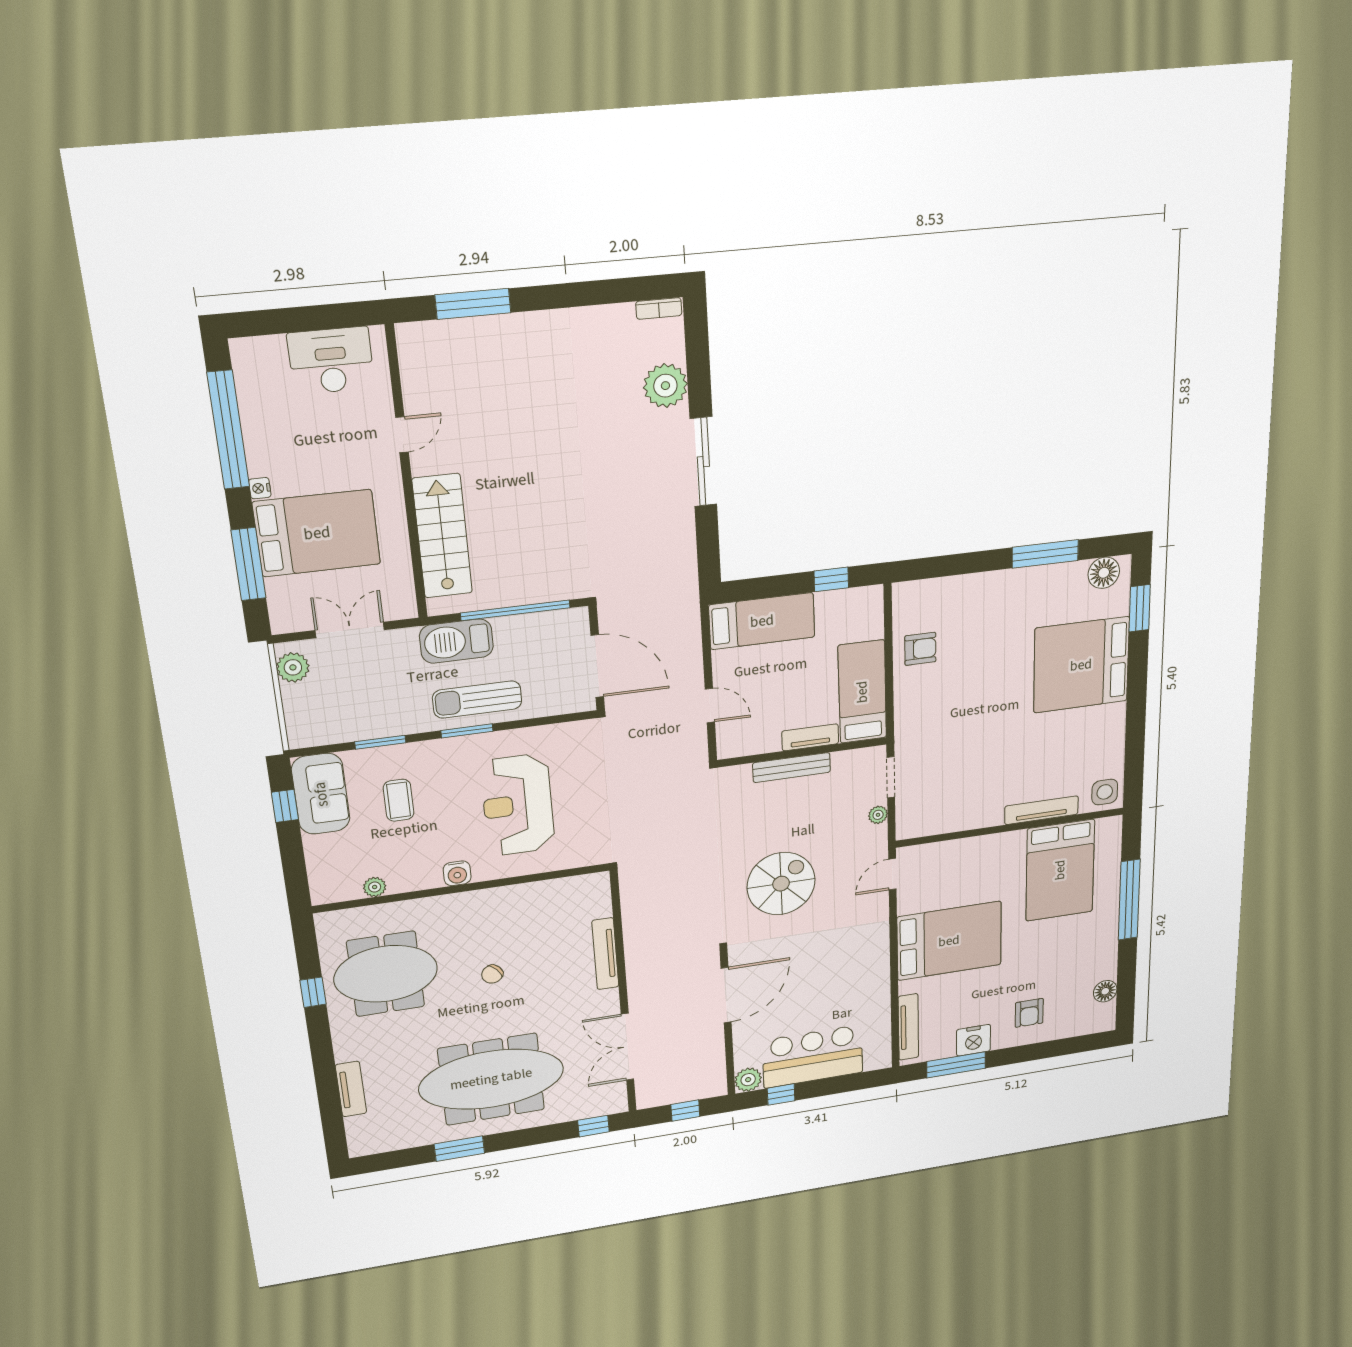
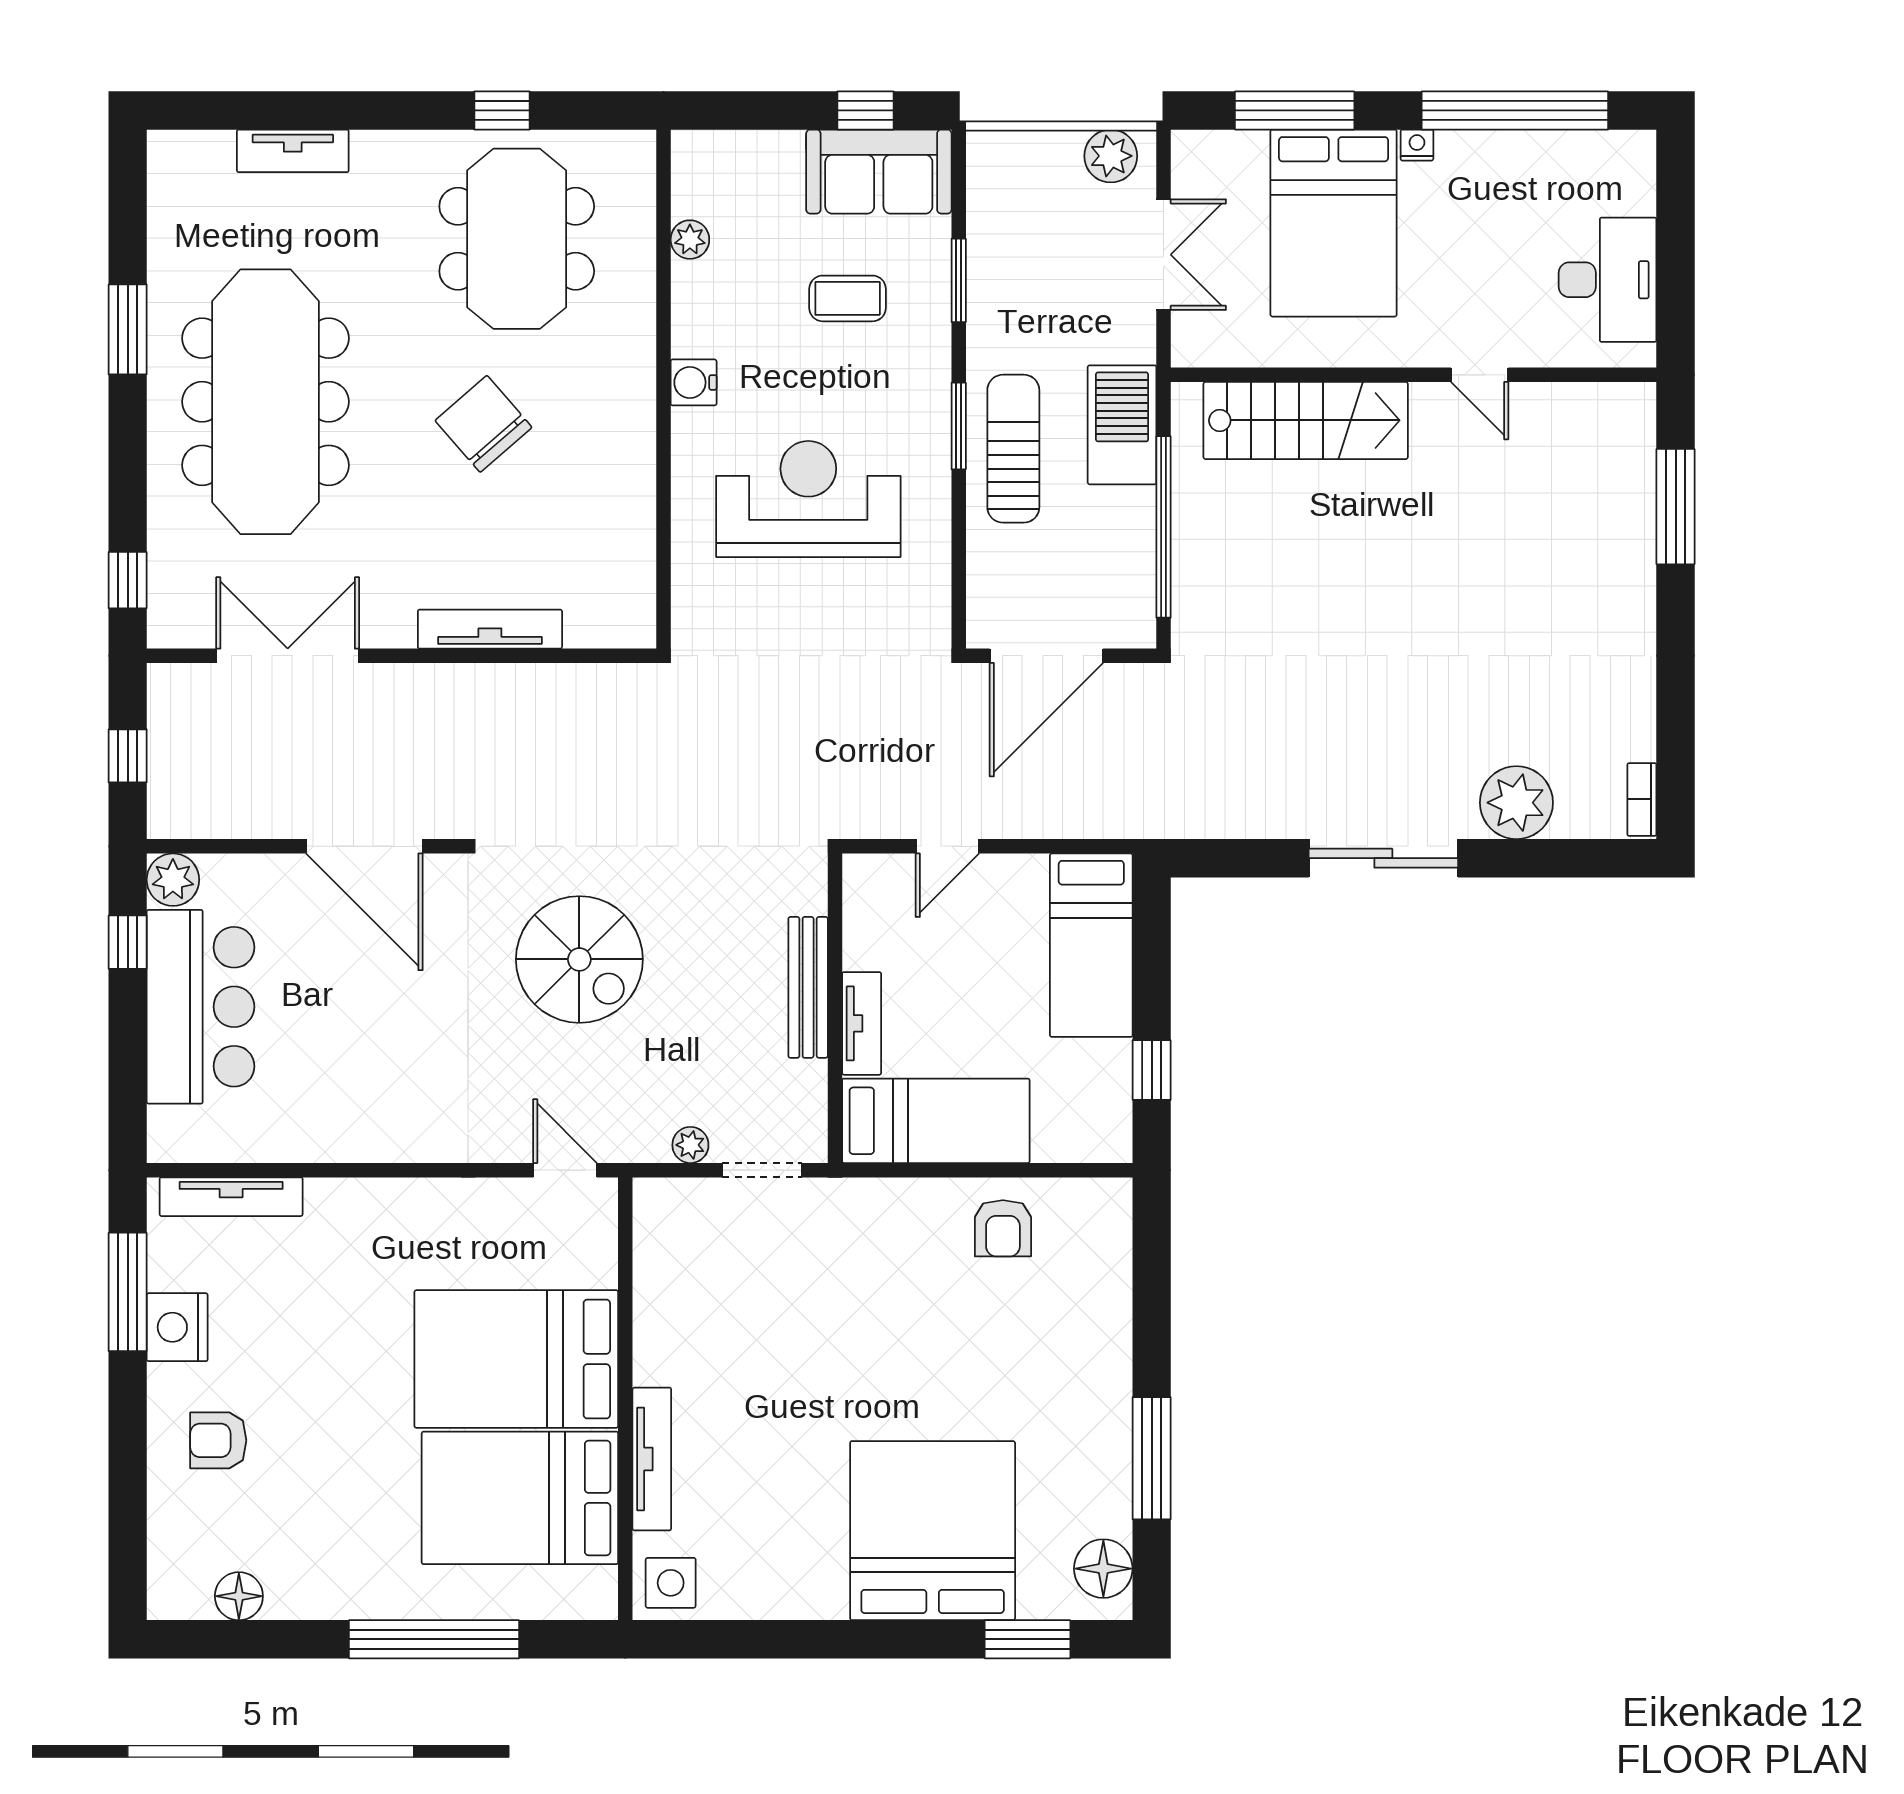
bed: (949, 941) -> (516, 1359), moved, turned 90
chair: (492, 974) -> (484, 424), width x1.87, depth x1.87

